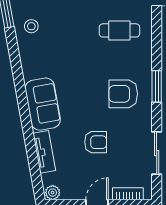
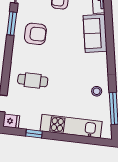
window: (157, 86) -> (12, 23), moved

